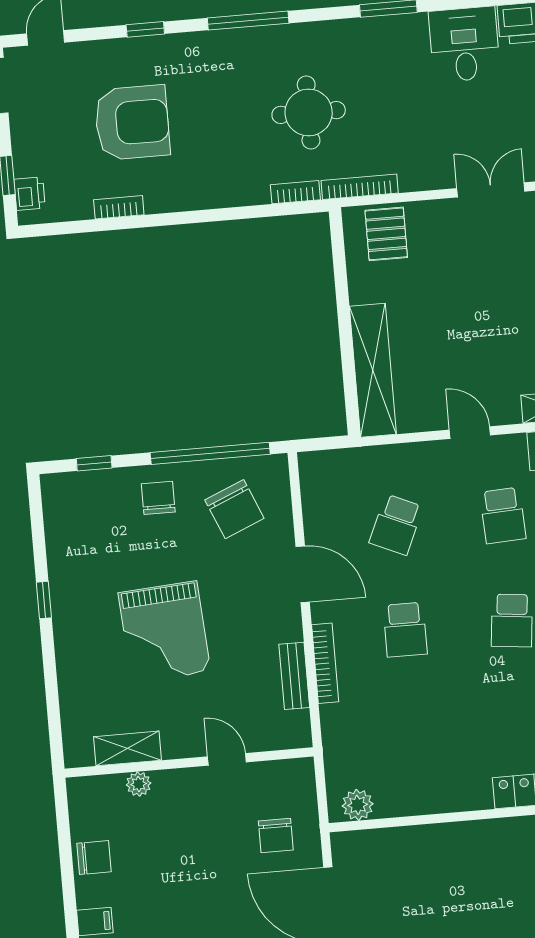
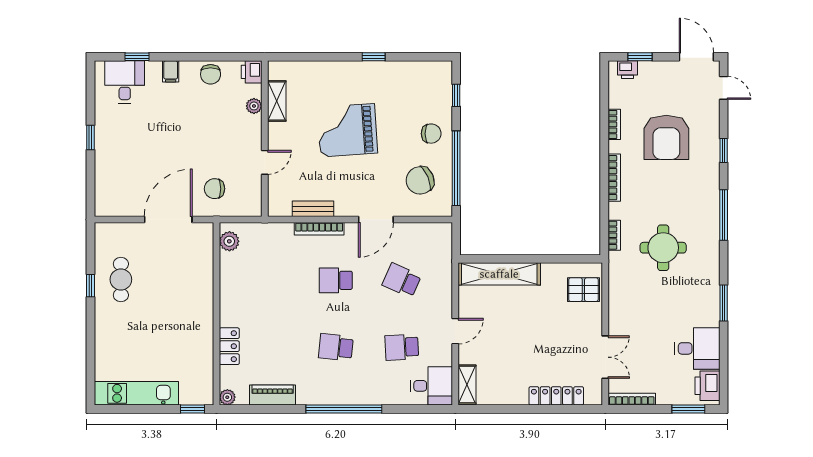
bookcase: (360, 187) -> (614, 178), moved
printer: (85, 793) -> (252, 72), added

